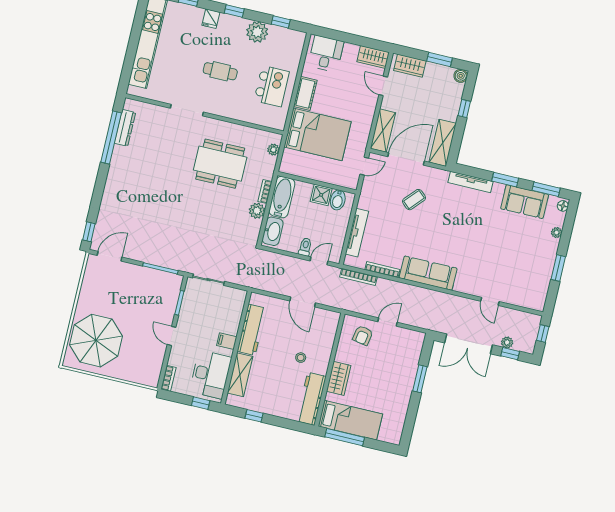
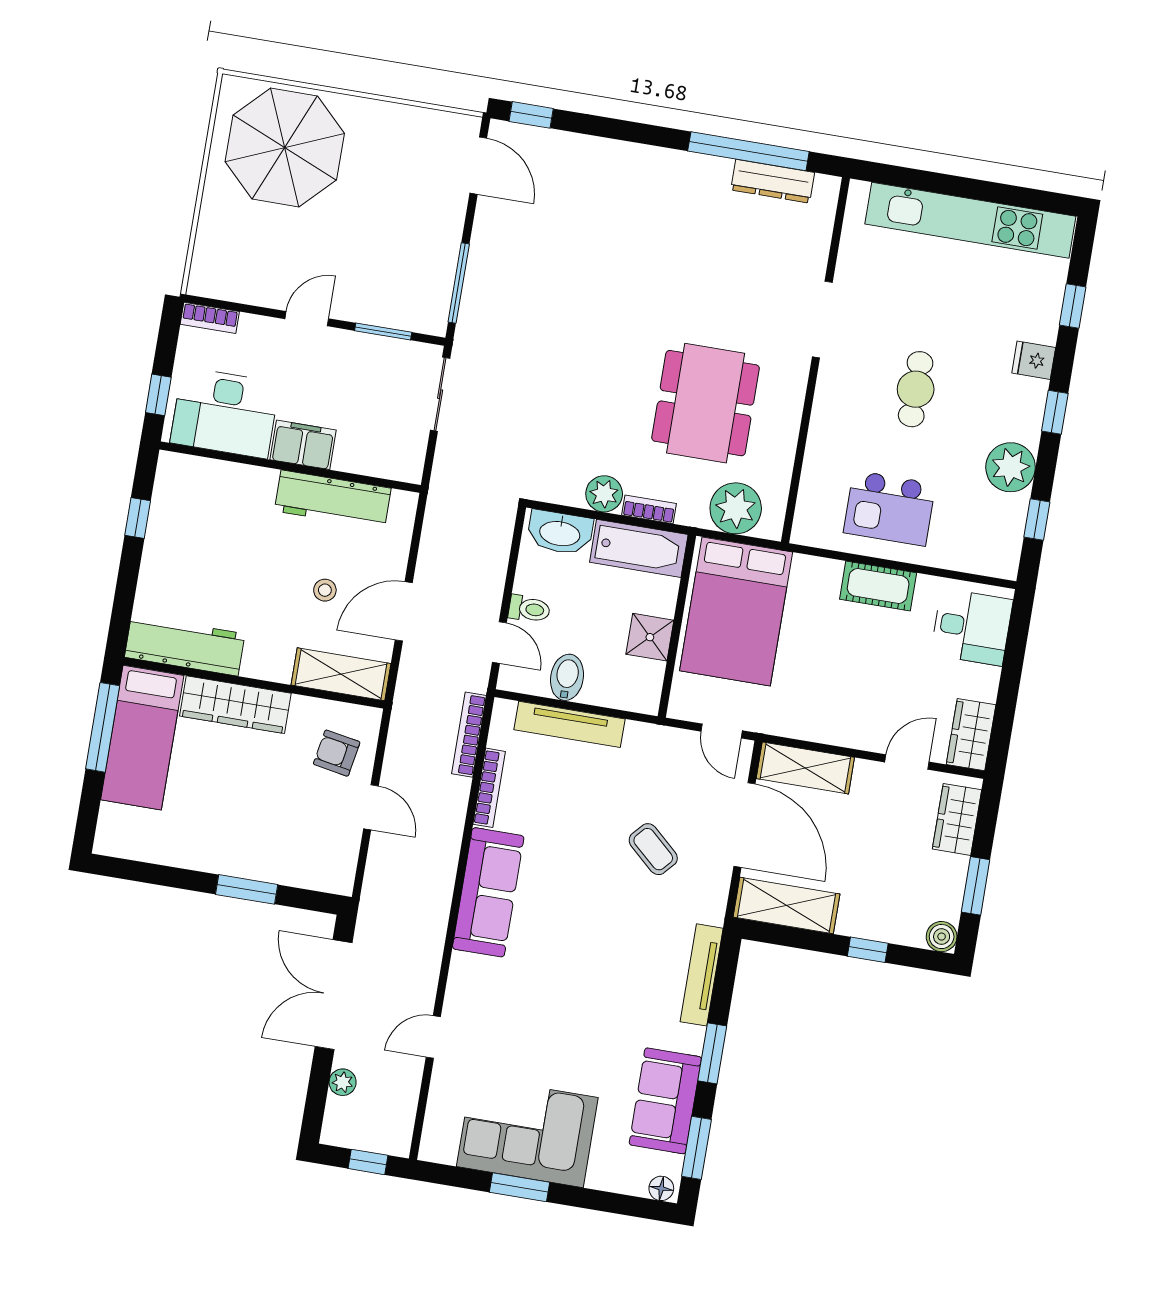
bed: (318, 134) -> (736, 611), moved
plant: (273, 150) -> (736, 508), width x1.88, depth x1.88
bidet: (338, 200) -> (567, 677), moved, turned 90
plant: (557, 233) -> (600, 1178), removed
corner sofa: (534, 263) -> (527, 1132), added
filing cabinet: (227, 341) -> (303, 445), width x2.00
window: (510, 354) -> (317, 1091), removed
stool: (301, 358) -> (325, 590), moved
shelving: (240, 375) -> (341, 674), moved
wardrobe: (339, 378) -> (235, 705), width x1.50

